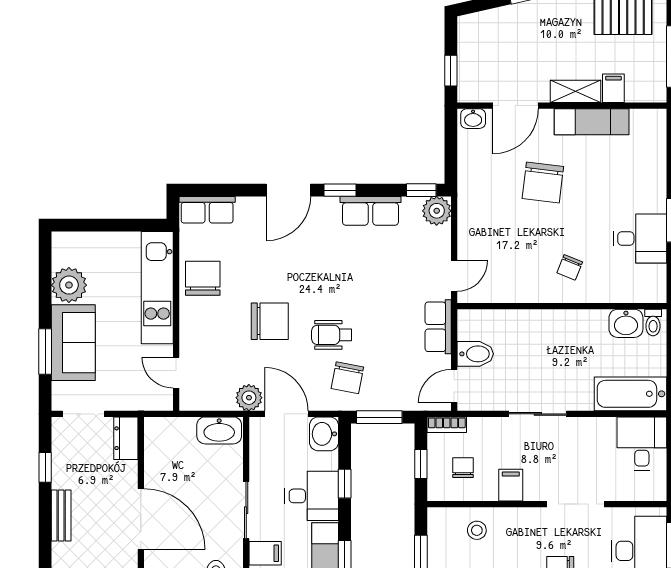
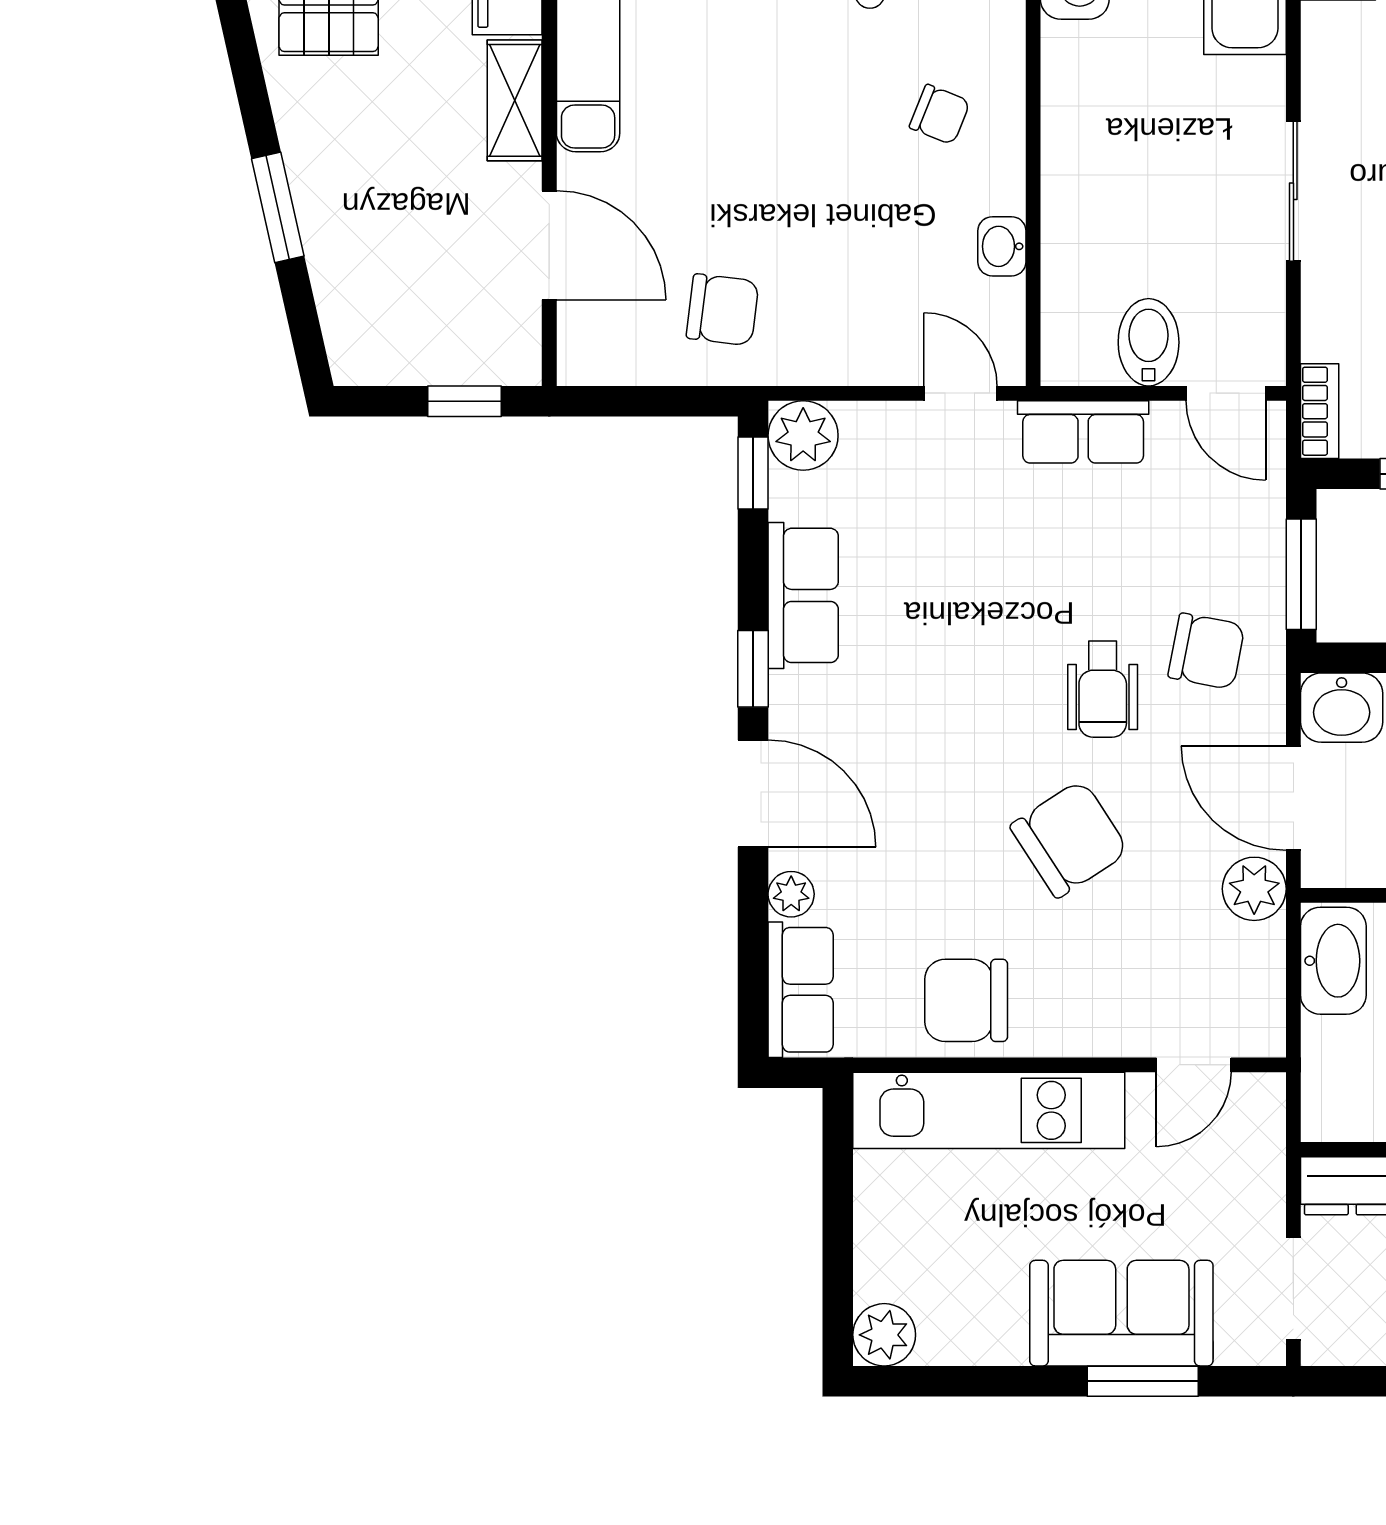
washbasin: (473, 119) -> (1002, 246), moved, turned 180
chair: (543, 182) -> (723, 310), moved, width x0.73, depth x0.73
plant: (247, 206) -> (791, 894), added
plant: (69, 285) -> (884, 1335), moved, width x0.73, depth x0.73
chair: (270, 321) -> (1069, 839), turned 57
door: (287, 414) -> (1293, 798), hinge flipped

